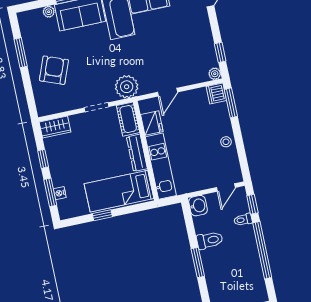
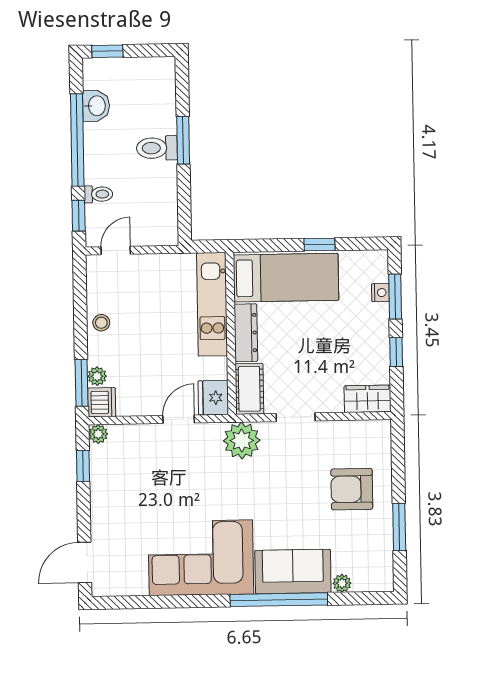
armchair: (54, 70) -> (352, 489), turned 69
plant: (222, 109) -> (97, 376), added
fridge: (152, 123) -> (213, 398), moved
washbasin: (198, 206) -> (96, 106), moved, turned 180
toilet: (210, 240) -> (157, 148), moved

